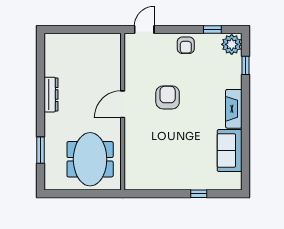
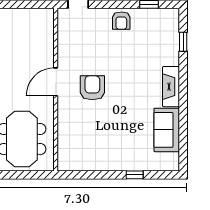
plant: (232, 44) -> (169, 20), removed
armchair: (168, 97) -> (92, 88), moved

